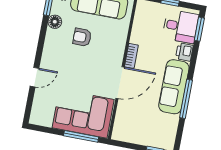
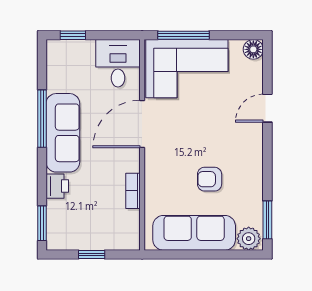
floor lamp: (55, 22) -> (253, 49), moved
desk: (181, 26) -> (118, 63), moved, turned 90
armchair: (82, 37) -> (210, 179), turned 180
bookcase: (131, 56) -> (133, 191), moved

